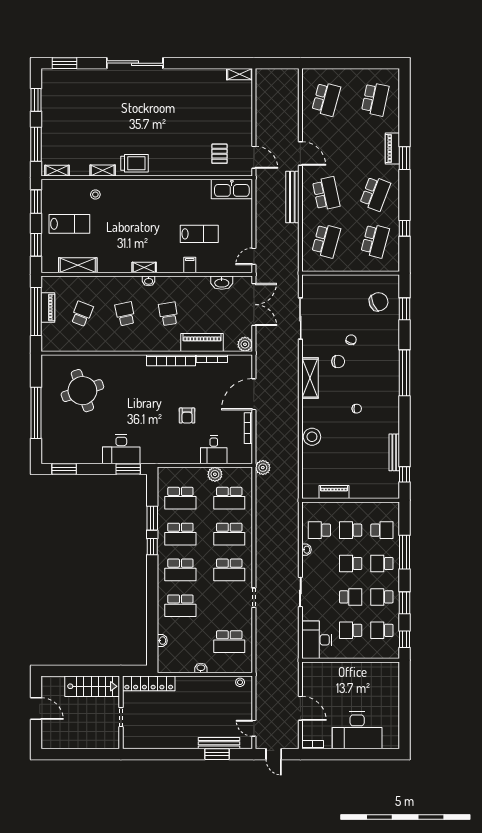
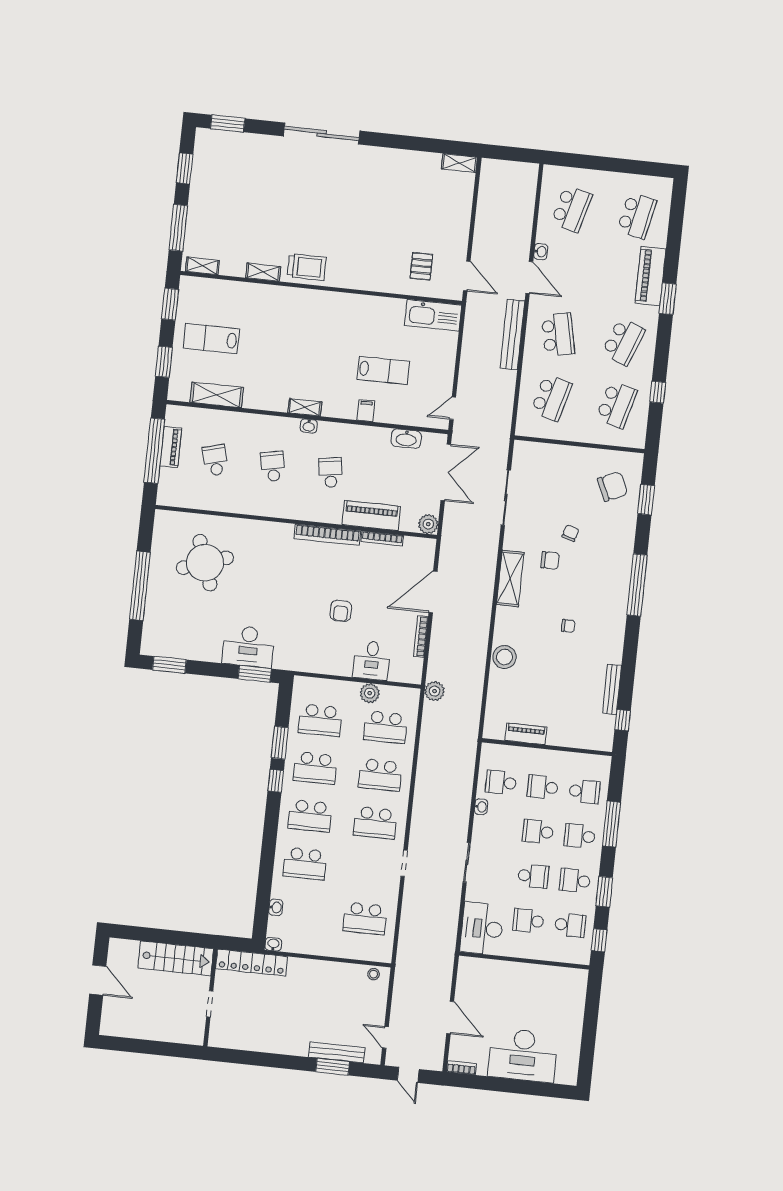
washbasin: (307, 133) -> (541, 252), added
piano: (392, 149) -> (651, 276), width x1.37, depth x1.33
stool: (95, 194) -> (250, 303), removed
lab bench: (69, 224) -> (211, 338), turned 180
school desk: (82, 314) -> (215, 460), turned -36
school desk: (382, 630) -> (570, 925), turned 180
washbasin: (201, 668) -> (273, 944), moved

